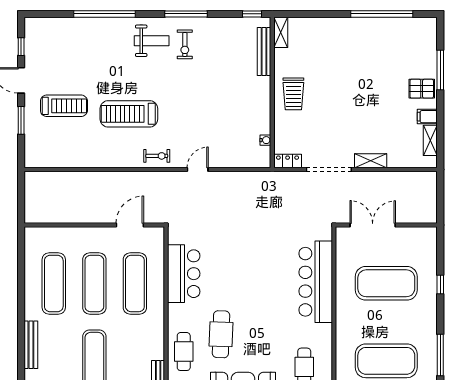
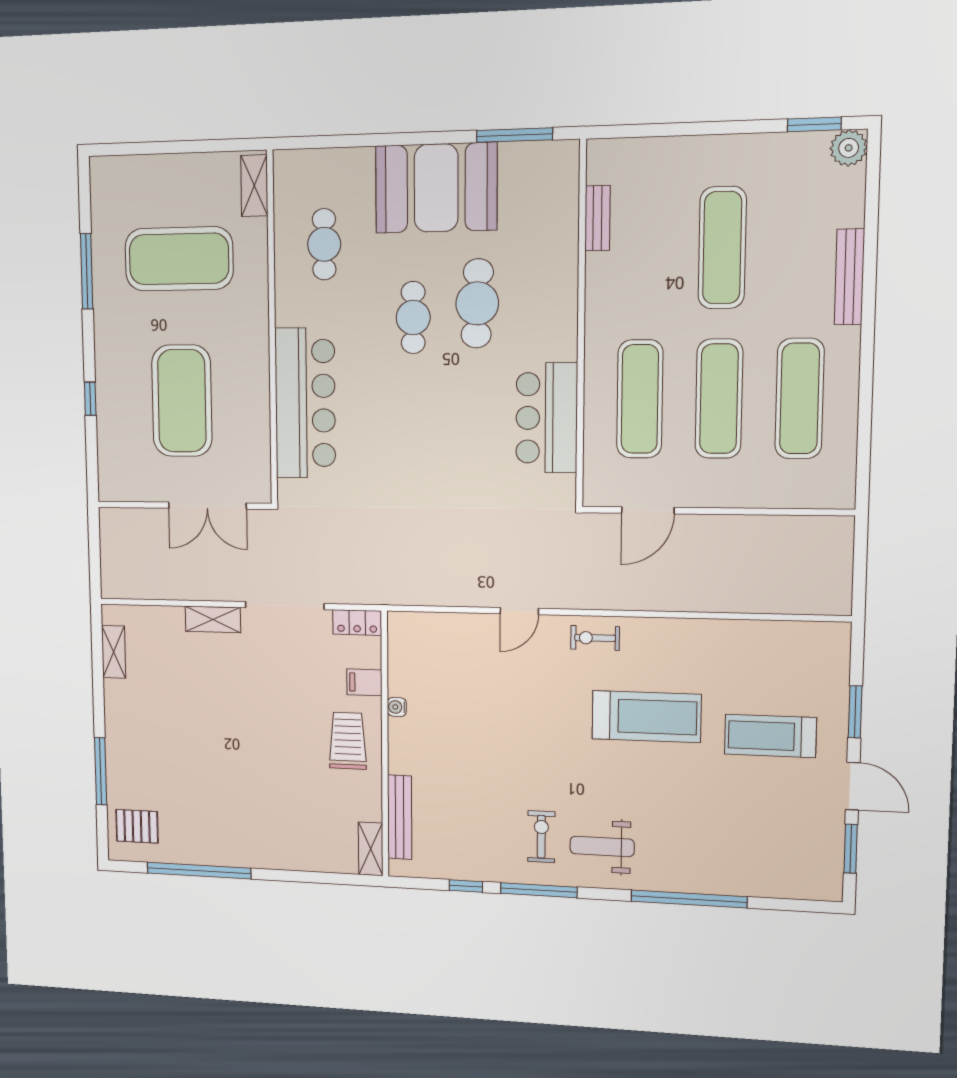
window: (252, 14) -> (466, 886), moved
window: (21, 47) -> (851, 849), width x1.50
pallet: (422, 89) -> (137, 826), moved
filing cabinet: (427, 117) -> (364, 682), moved, turned 180
water cooler: (265, 140) -> (397, 707), moved
exercise mat: (386, 283) -> (182, 401), turned 90
cafe table: (184, 352) -> (413, 318), moved

